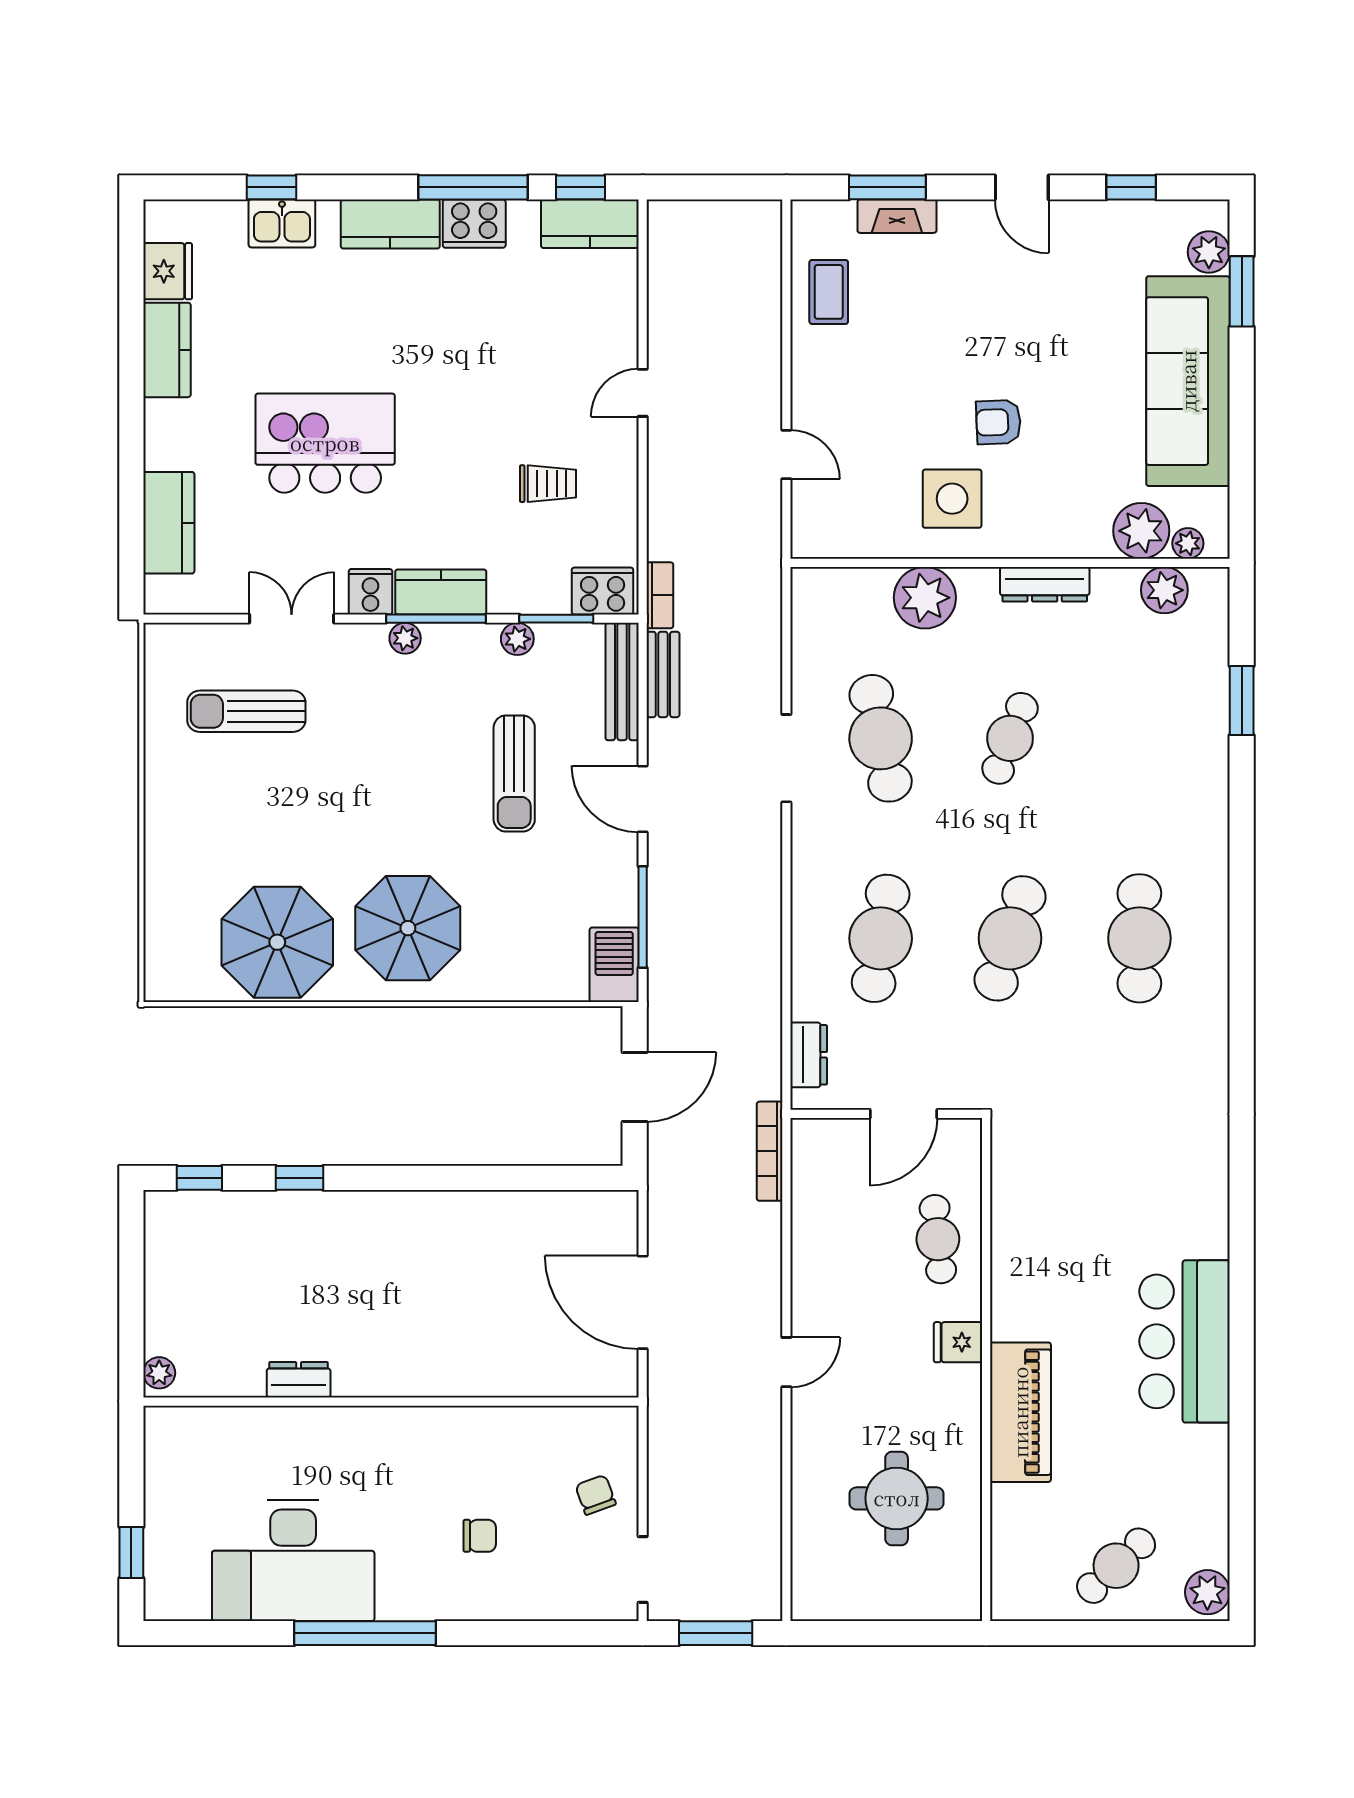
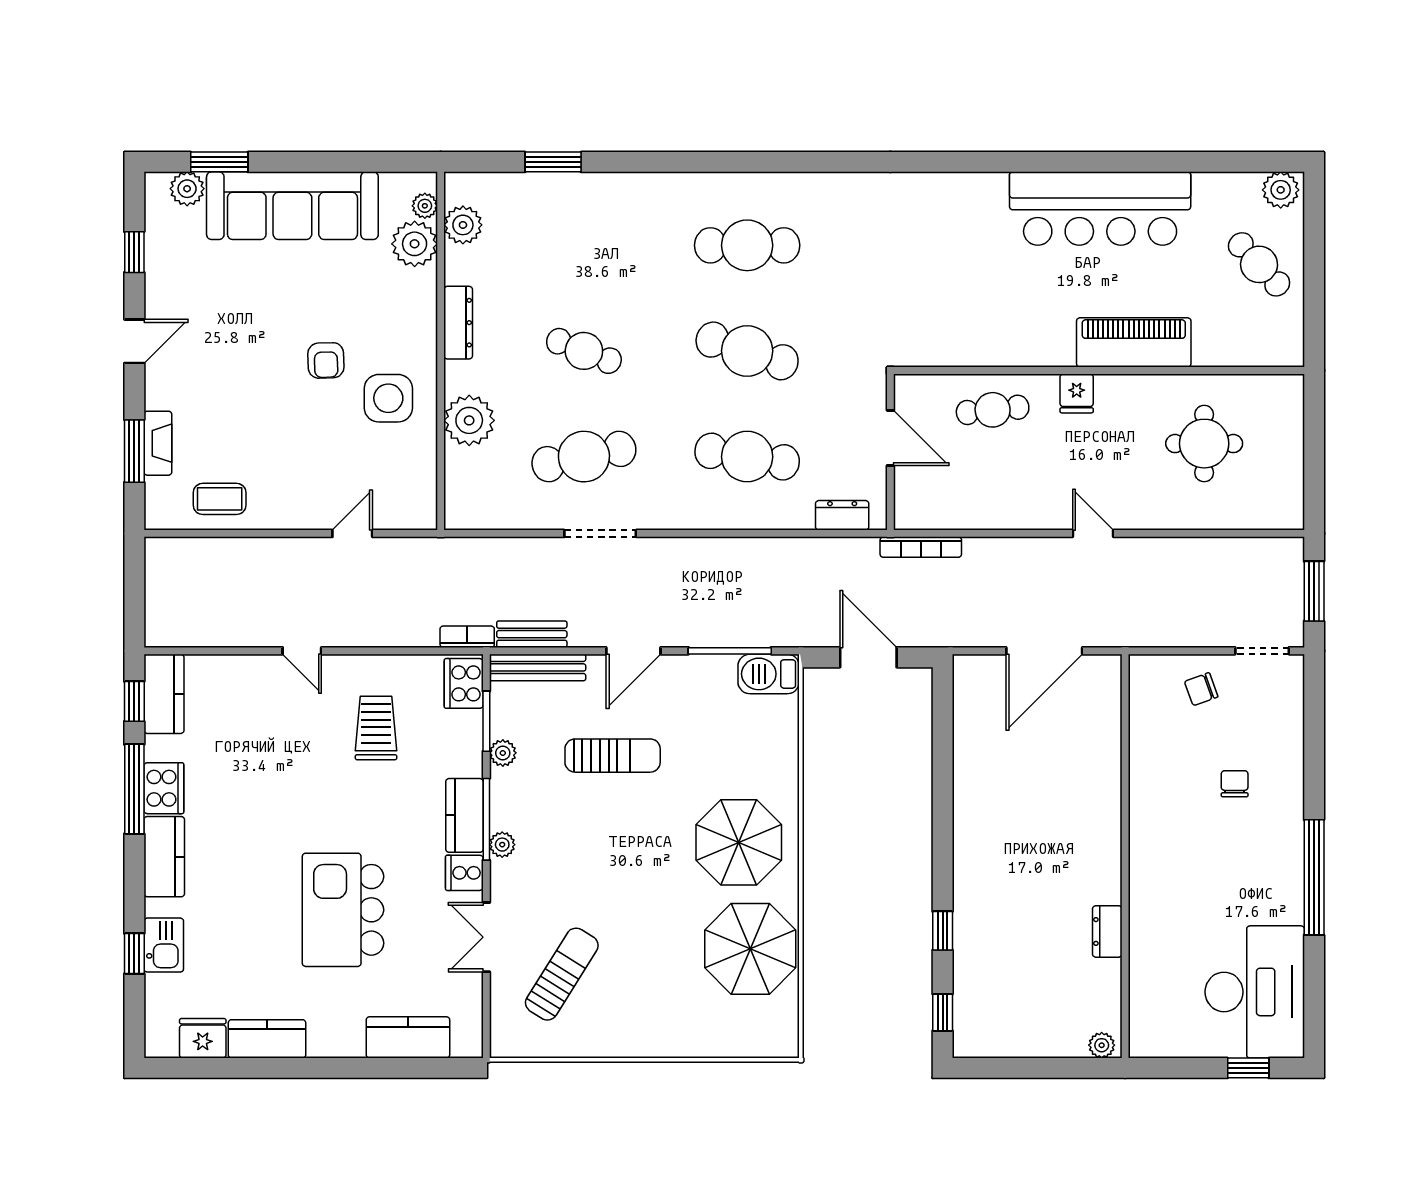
trolley: (548, 484) -> (376, 728), width x1.36, depth x1.39
sun lounger: (246, 711) -> (562, 974), turned -148
bar counter: (1185, 1341) -> (1100, 209), width x1.36
desk: (293, 1560) -> (1255, 992), moved

